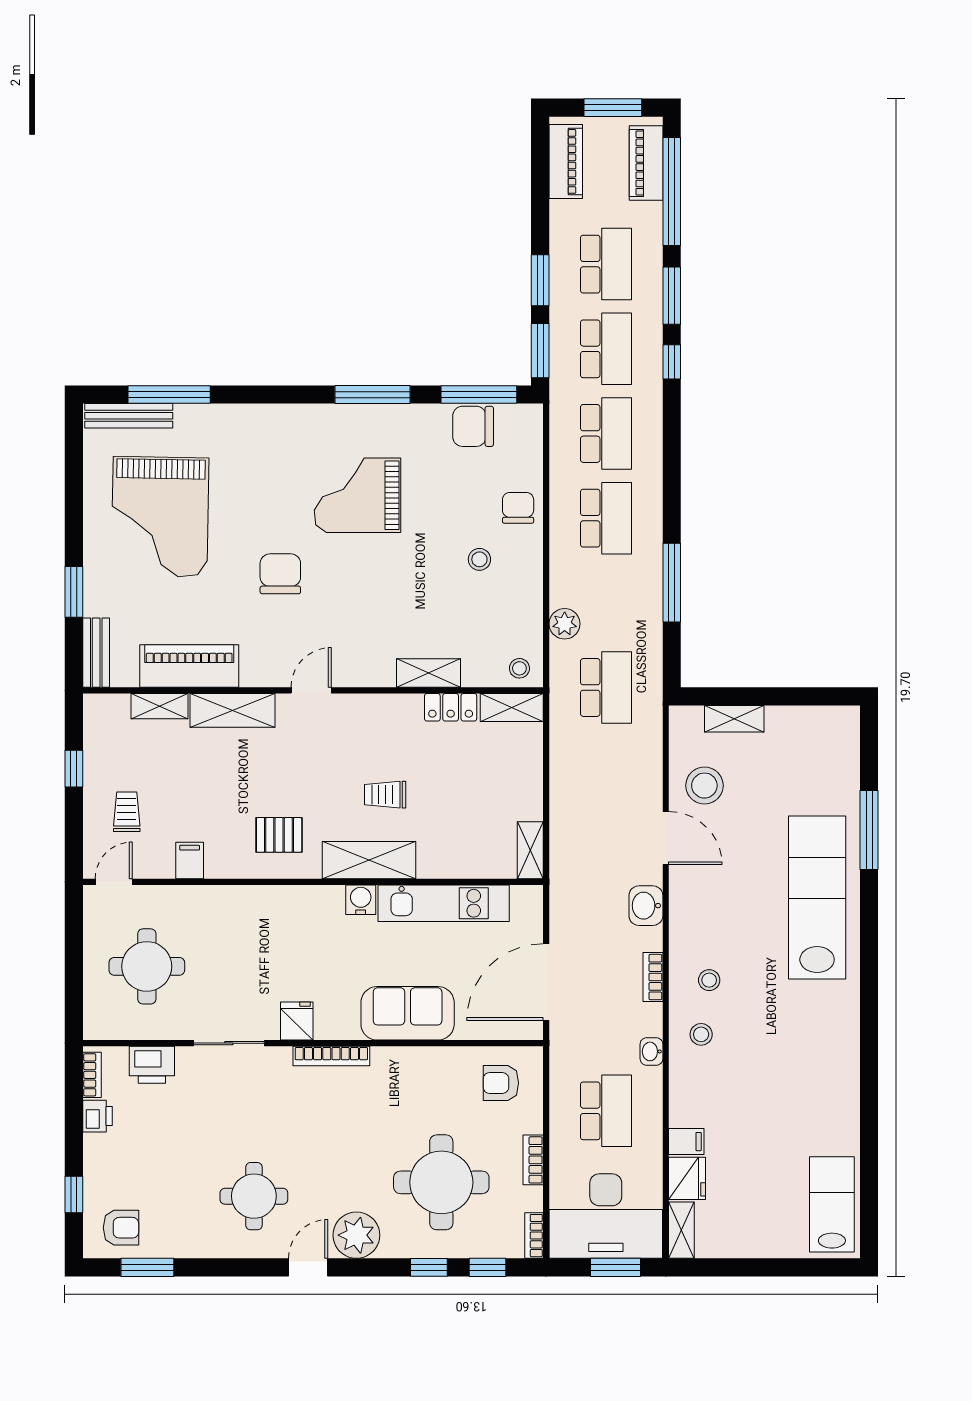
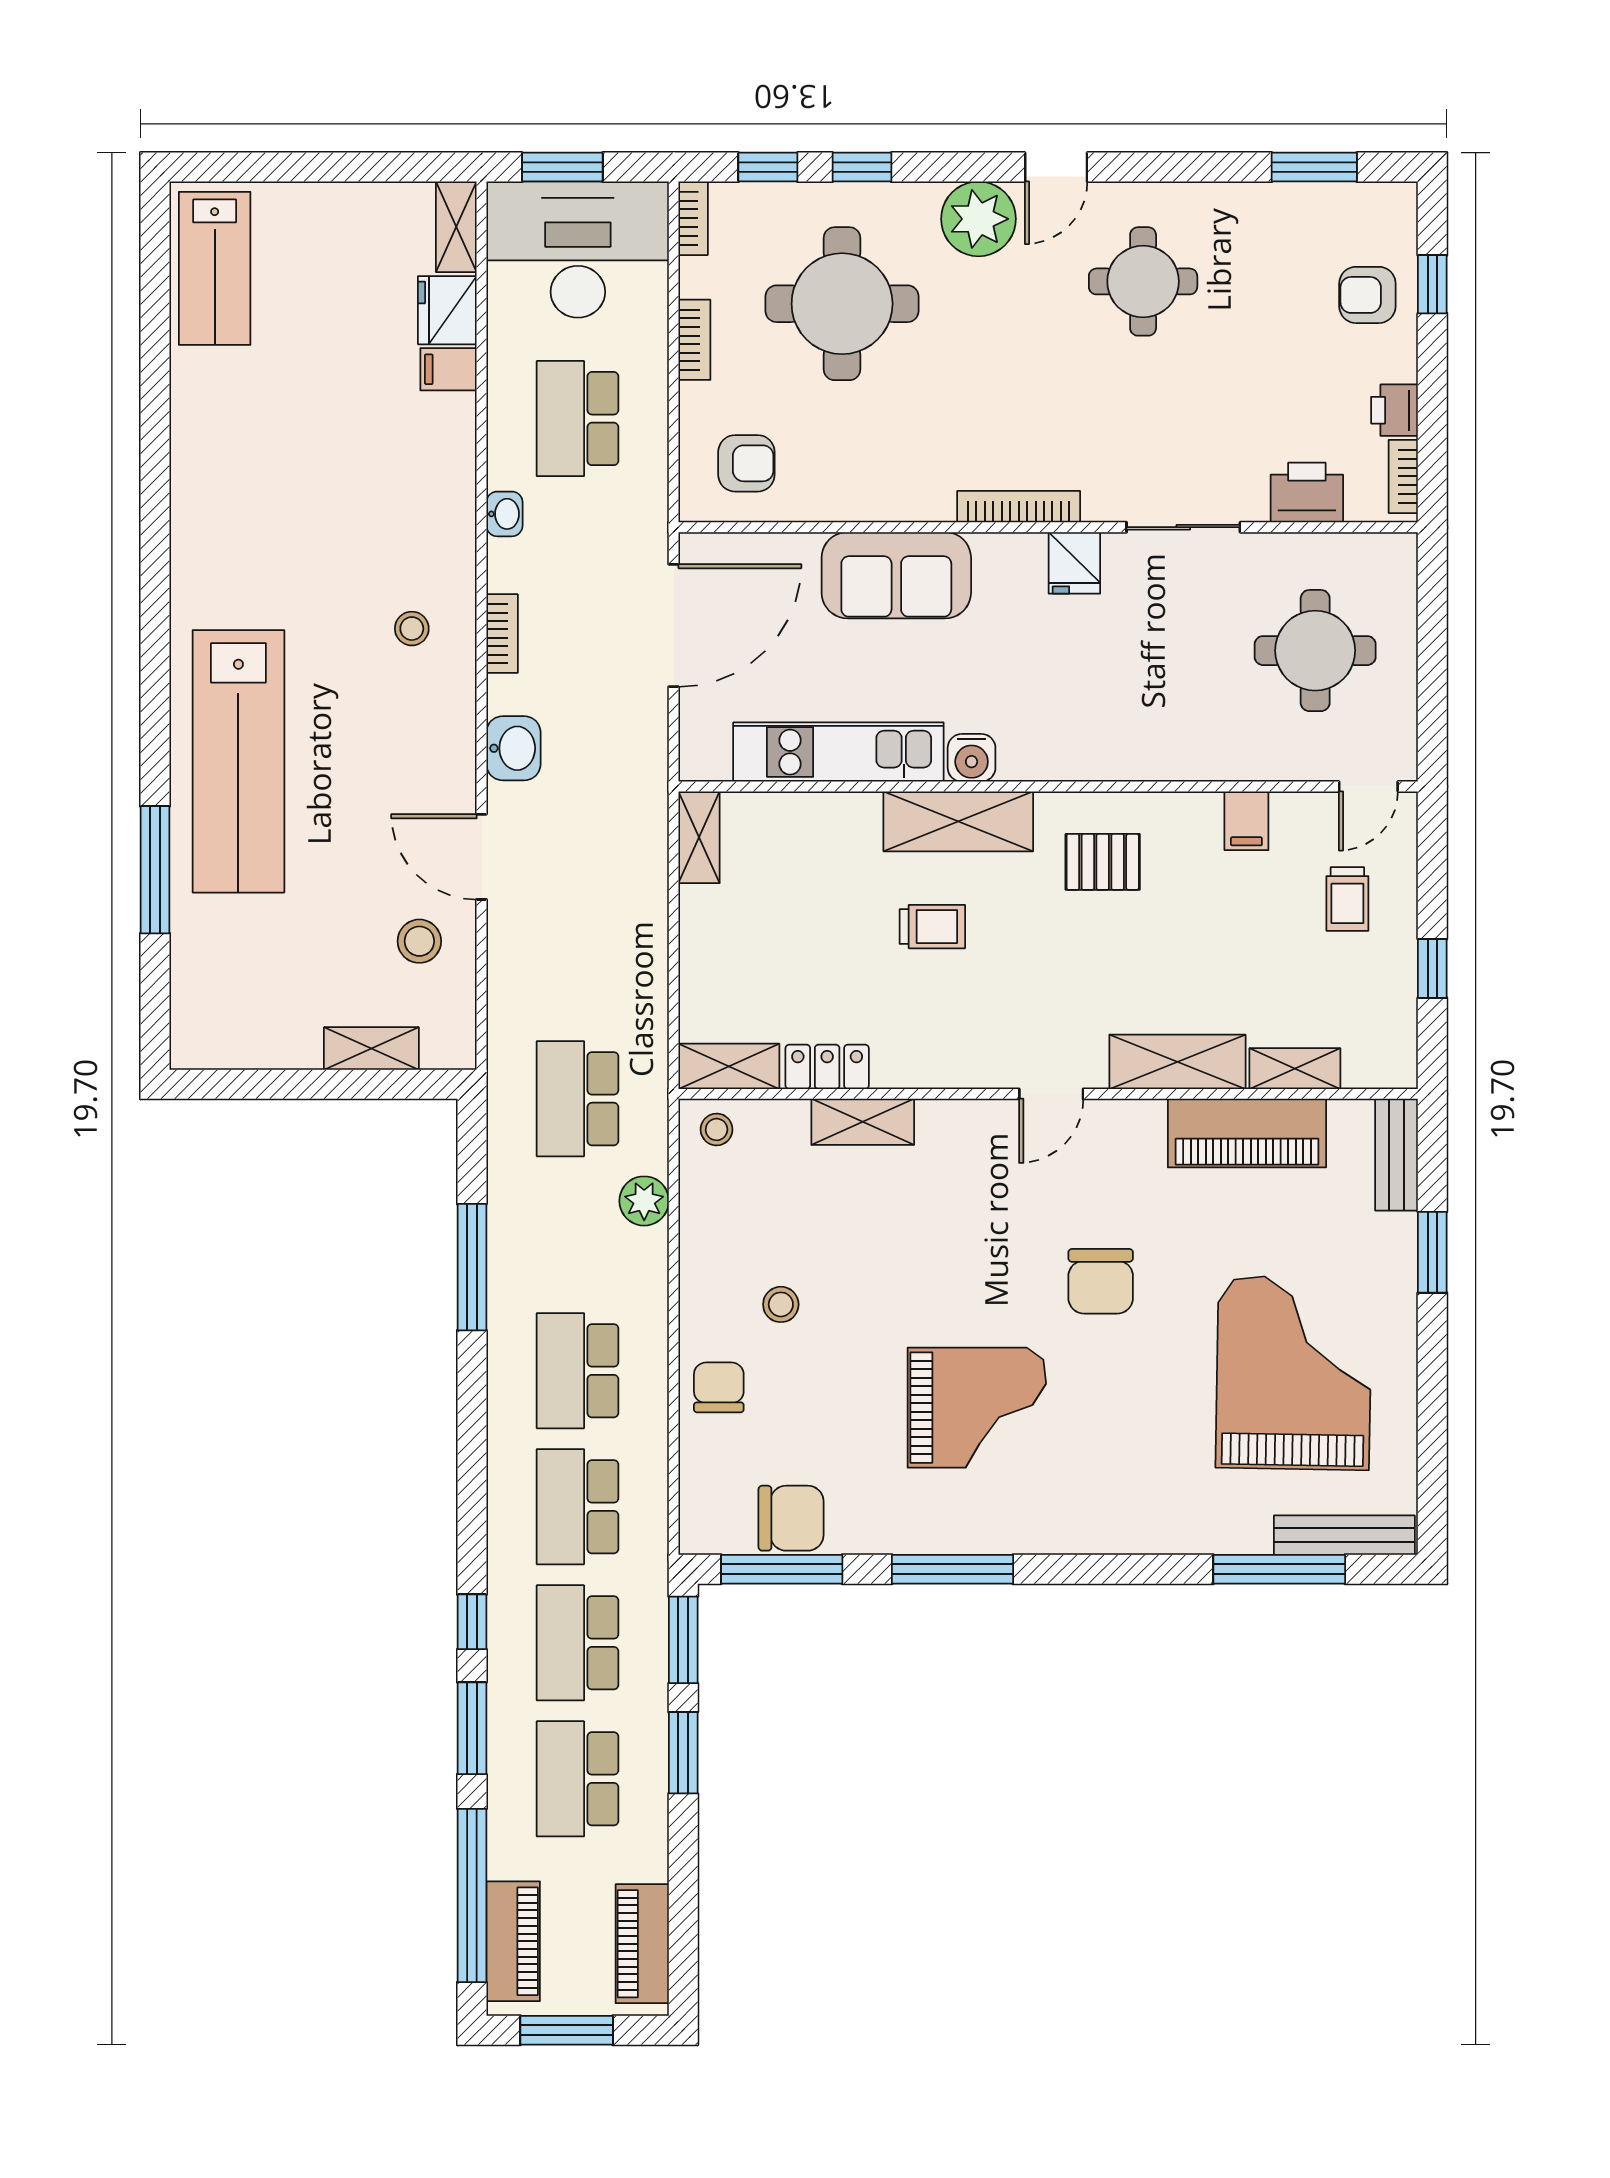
chair: (518, 508) -> (719, 1387), turned 180
stool: (704, 786) -> (419, 941), width x0.73, depth x0.73
stool: (701, 1034) -> (425, 541), removed
armchair: (121, 1228) -> (1367, 295), moved

